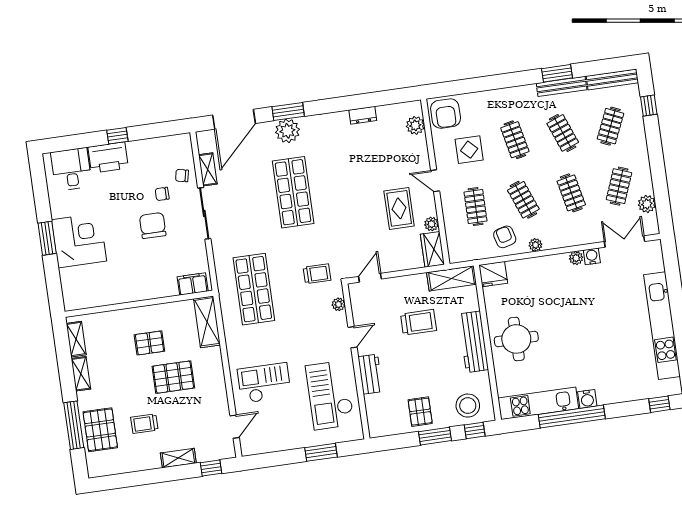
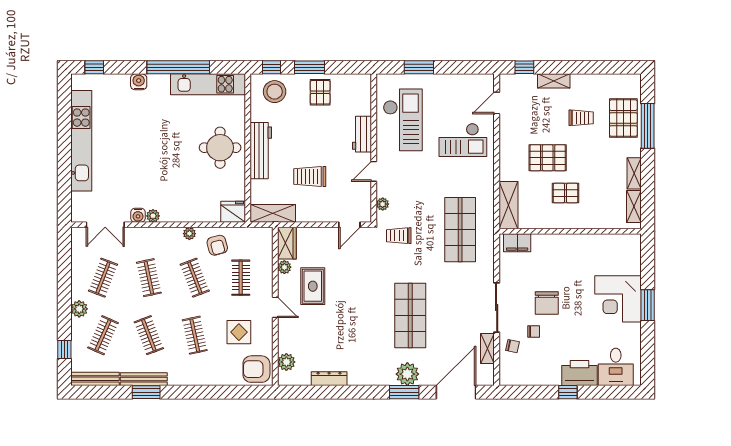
armchair: (446, 114) -> (256, 369), turned -90
dresser: (363, 115) -> (329, 379), width x1.44
plant: (647, 204) -> (79, 309), moved
water cooler: (587, 399) -> (139, 82), moved

